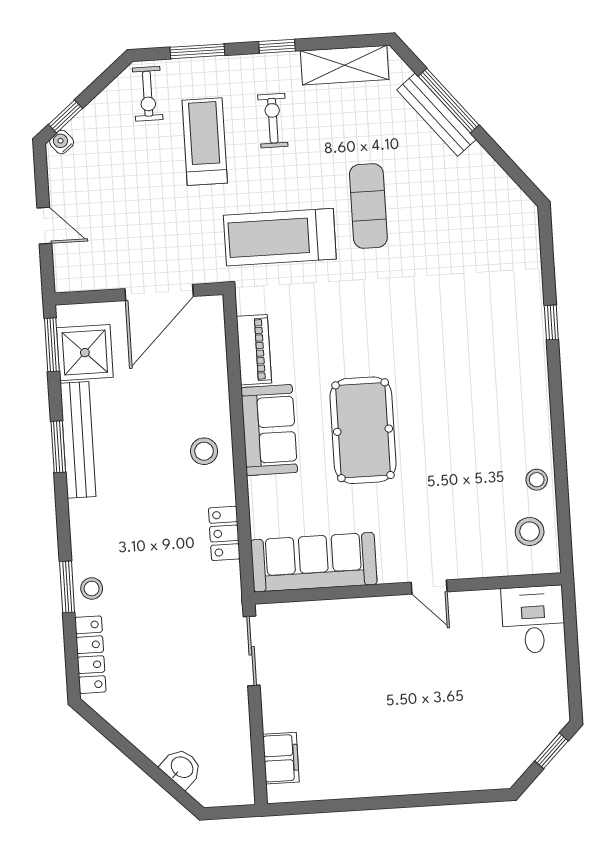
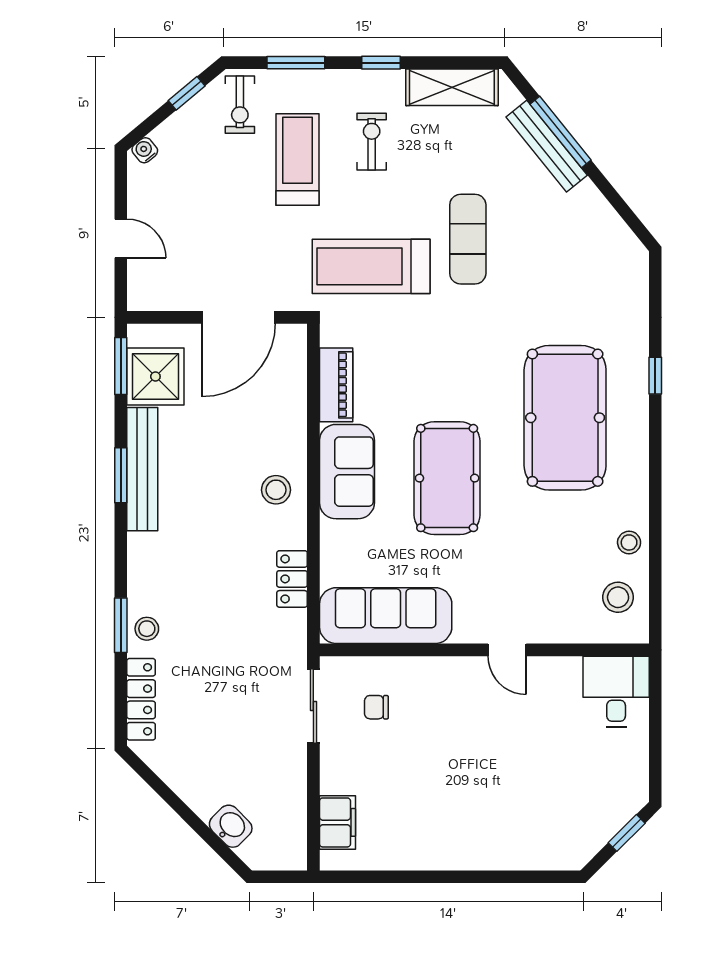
window: (65, 116) -> (187, 93), moved
pool table: (470, 367) -> (565, 418), added
chair: (310, 648) -> (376, 707), added

